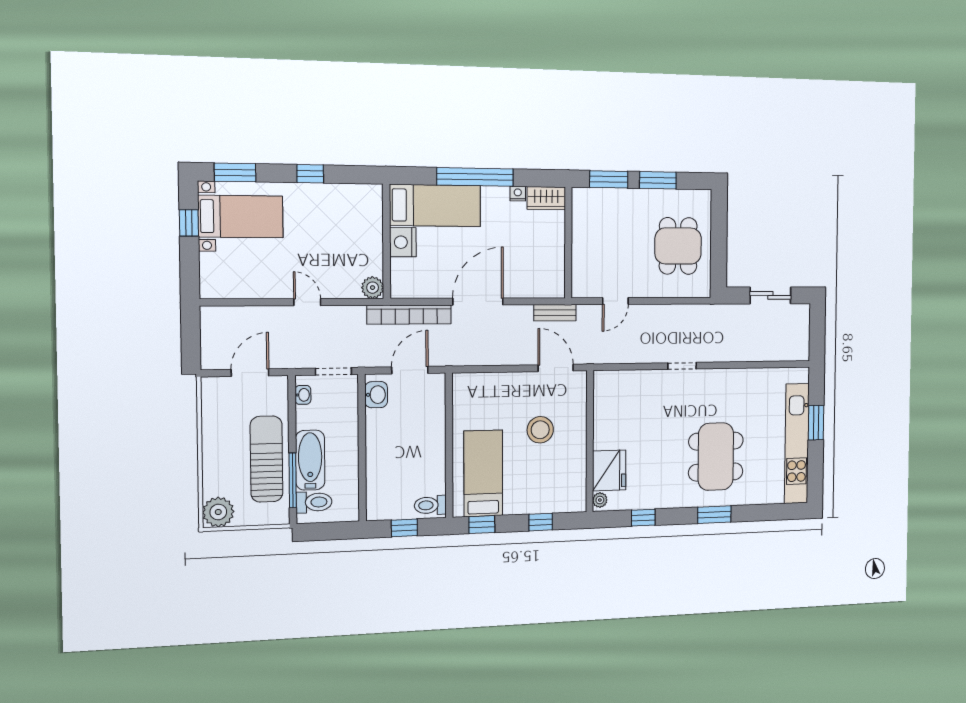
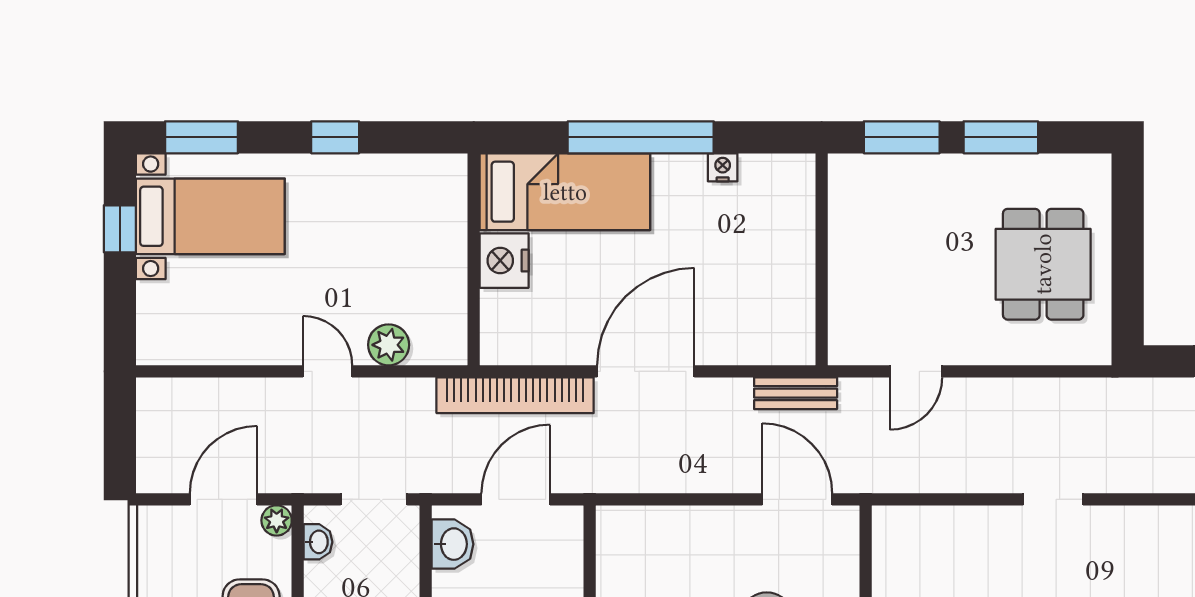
wardrobe: (546, 198) -> (778, 175), removed
plant: (373, 288) -> (389, 345), moved
plant: (280, 384) -> (277, 520), added

